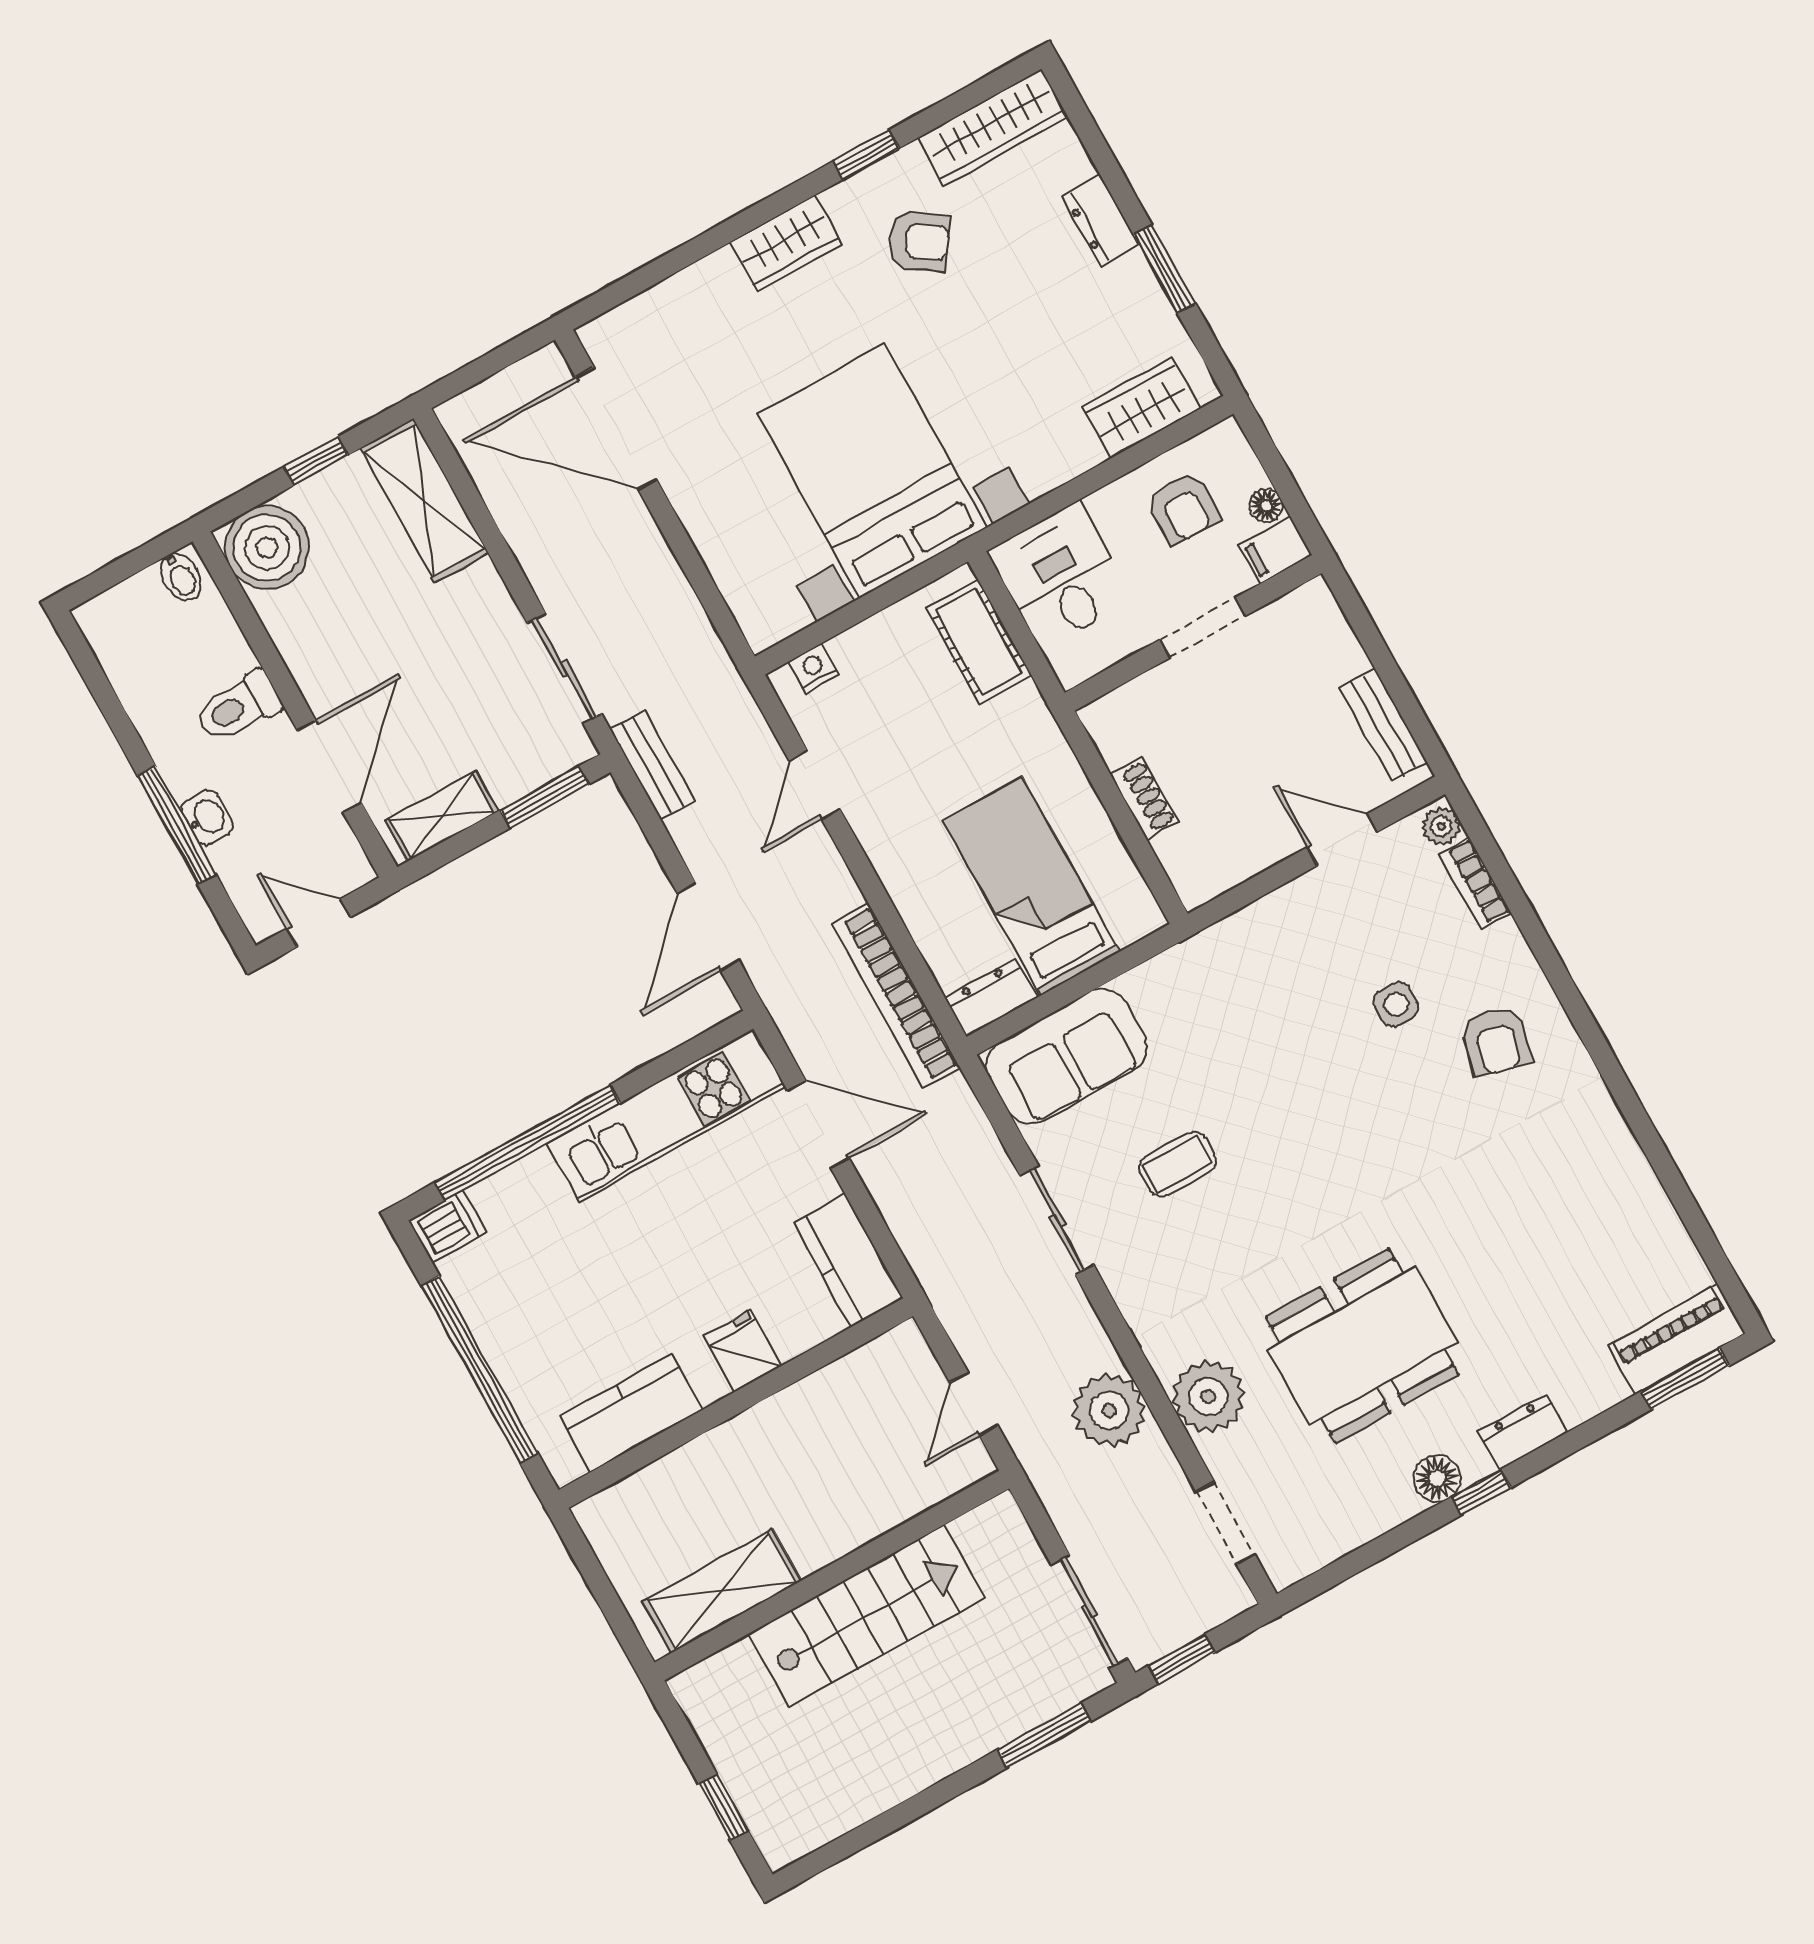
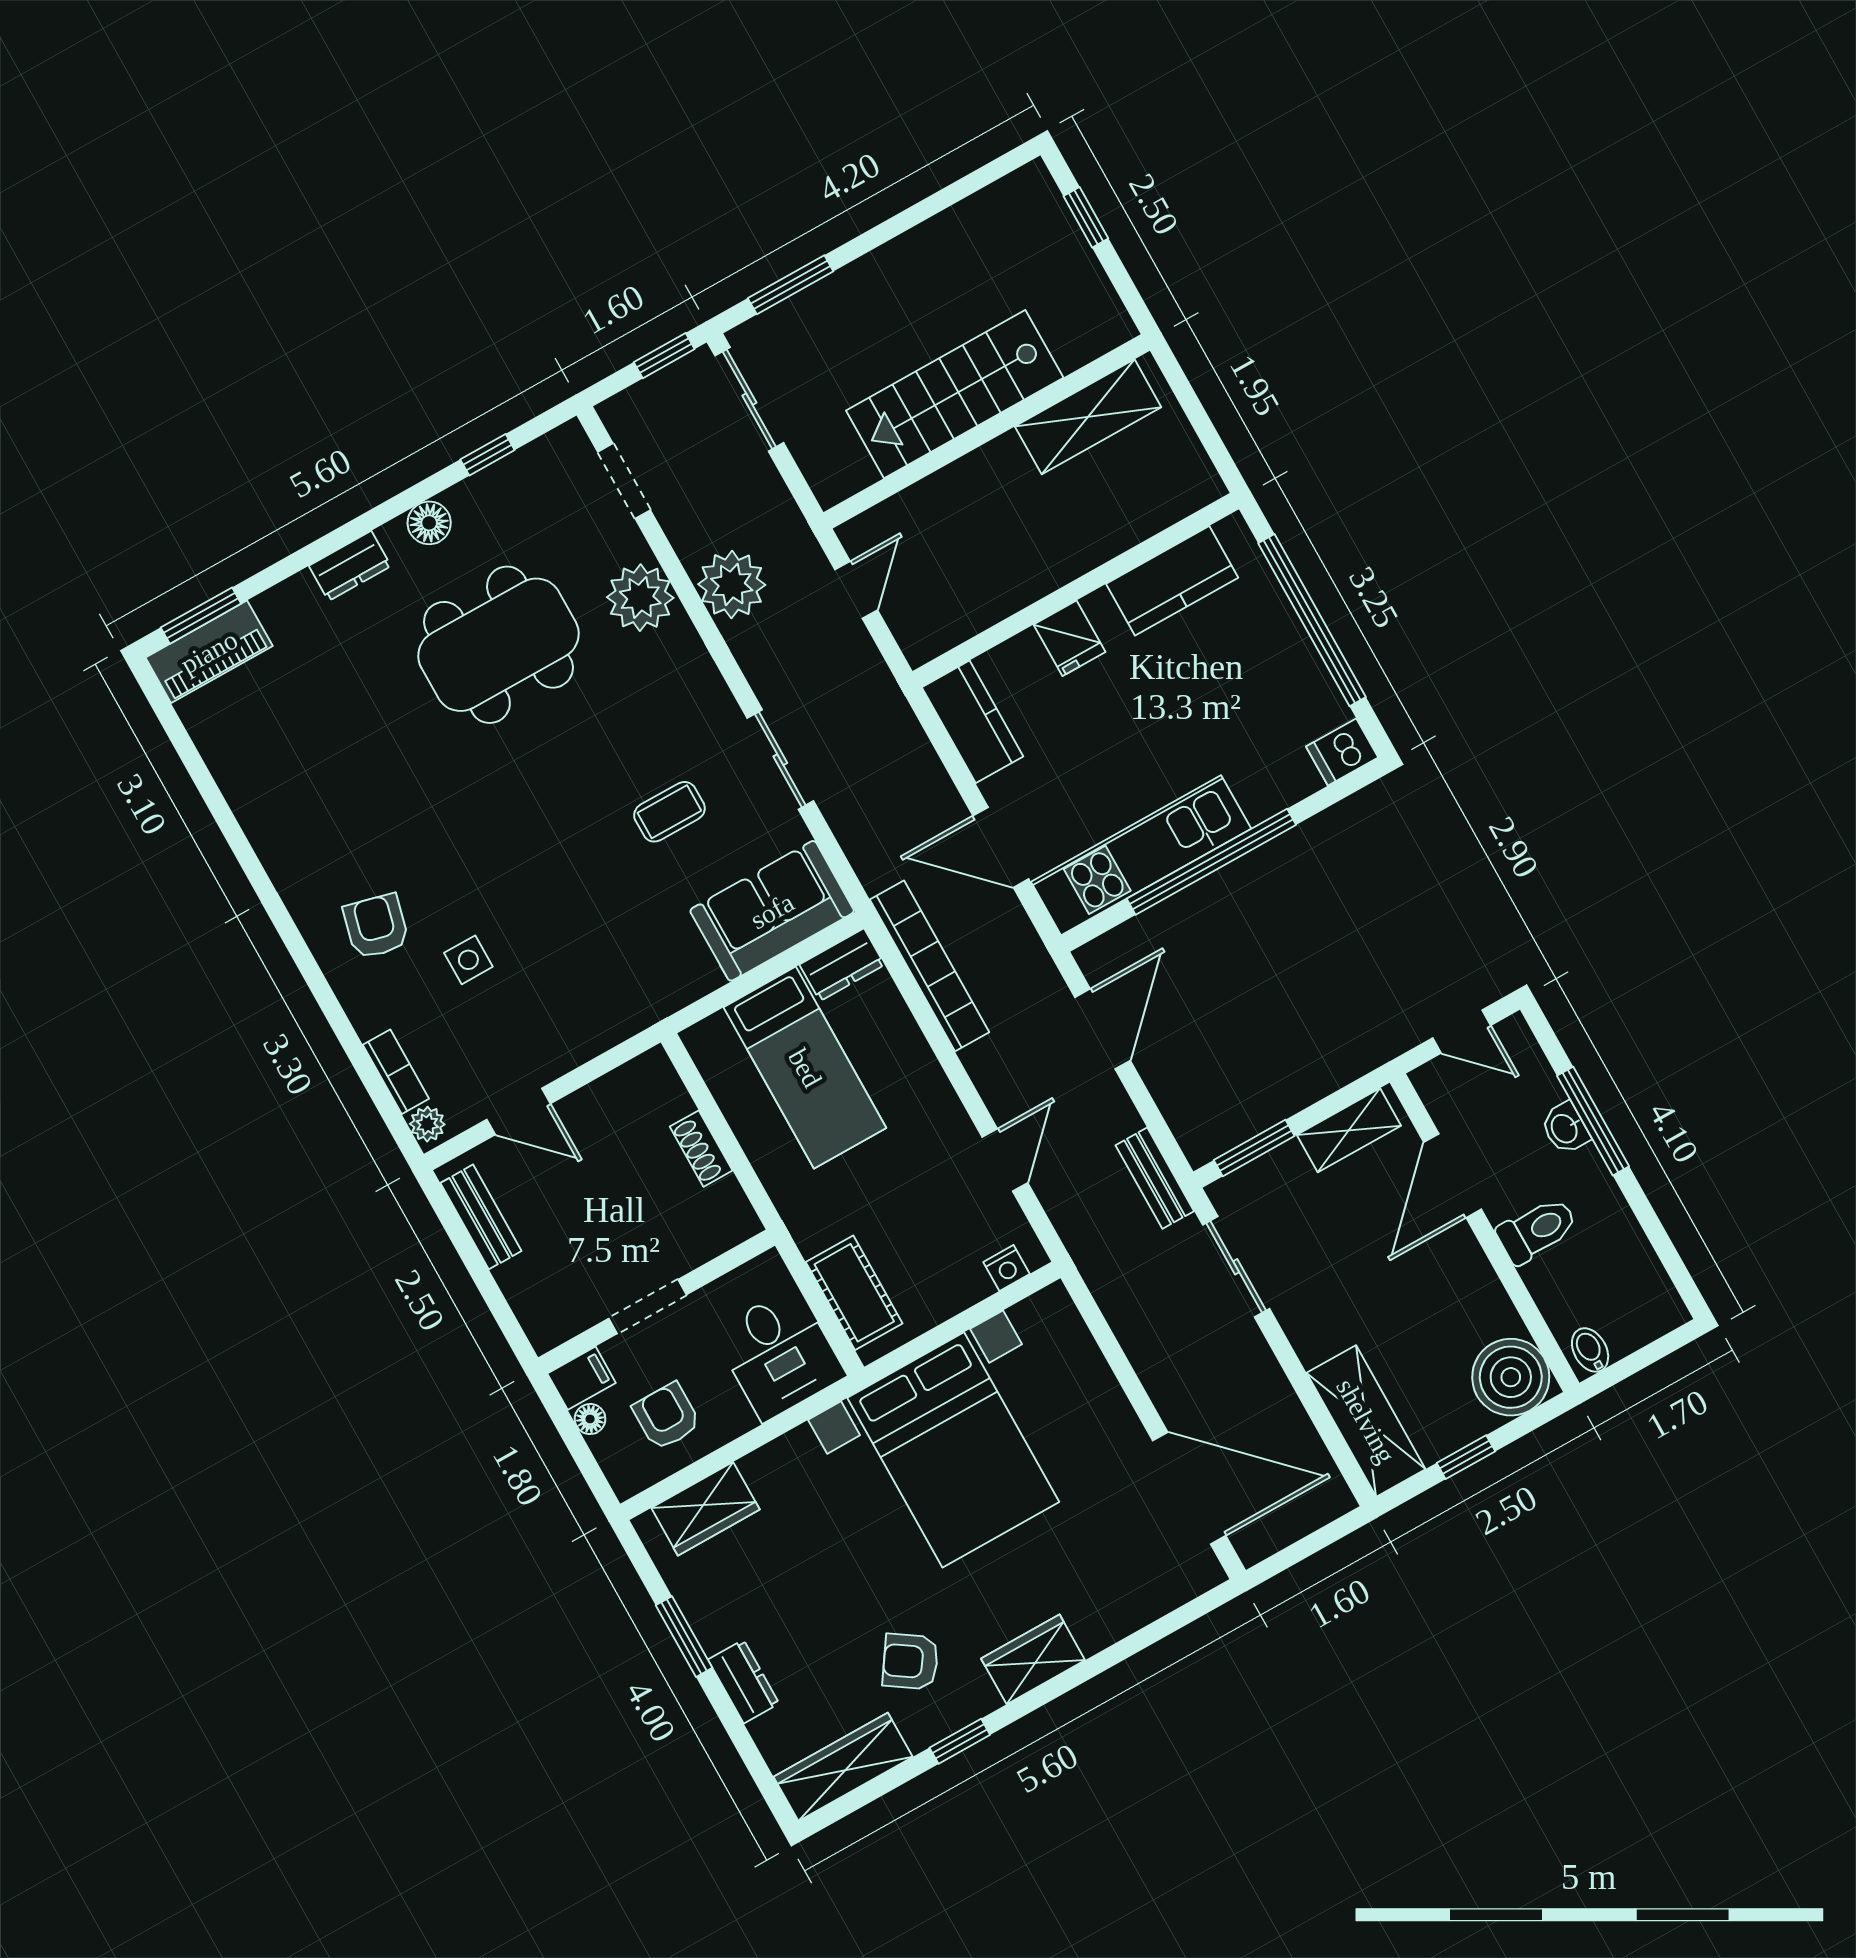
window: (528, 1142) -> (1211, 862), moved
window: (1481, 1492) -> (487, 455), moved

